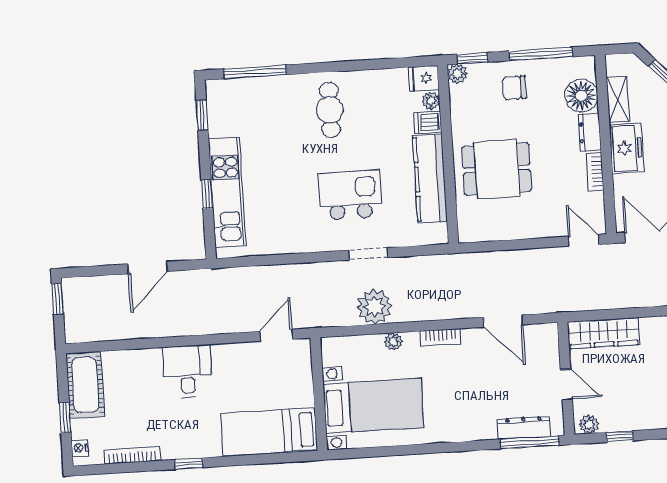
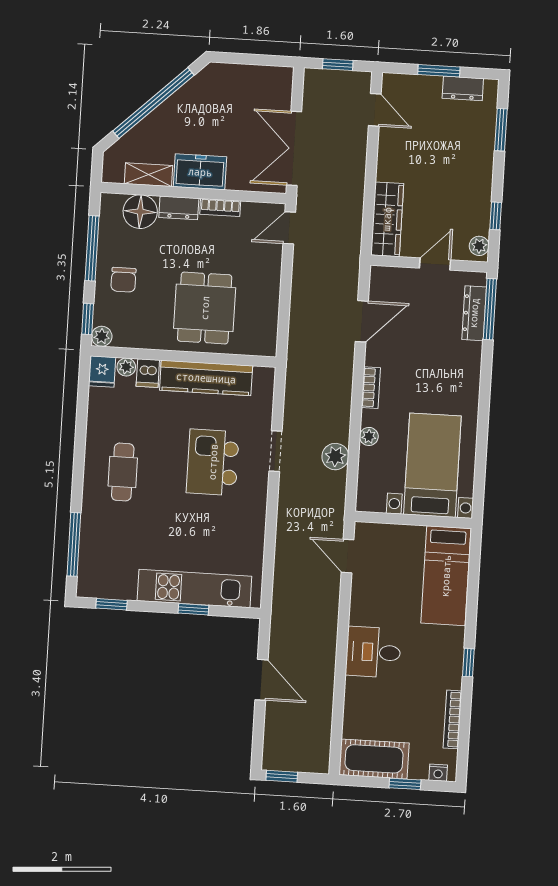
cafe table: (330, 110) -> (123, 472), turned 90
plant: (375, 307) -> (335, 457), width x0.73, depth x0.73

